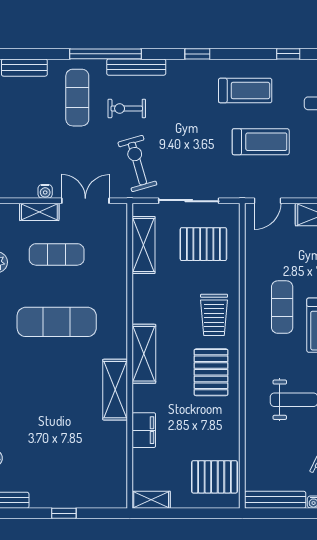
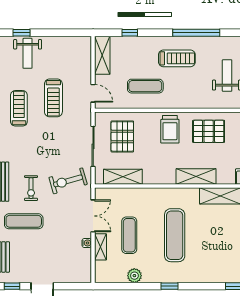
treadmill: (261, 142) -> (53, 98), turned 180
double door: (85, 201) -> (93, 216), swing flipped
exercise mat: (282, 307) -> (145, 86), moved
trolley: (214, 315) -> (170, 129), turned 90

